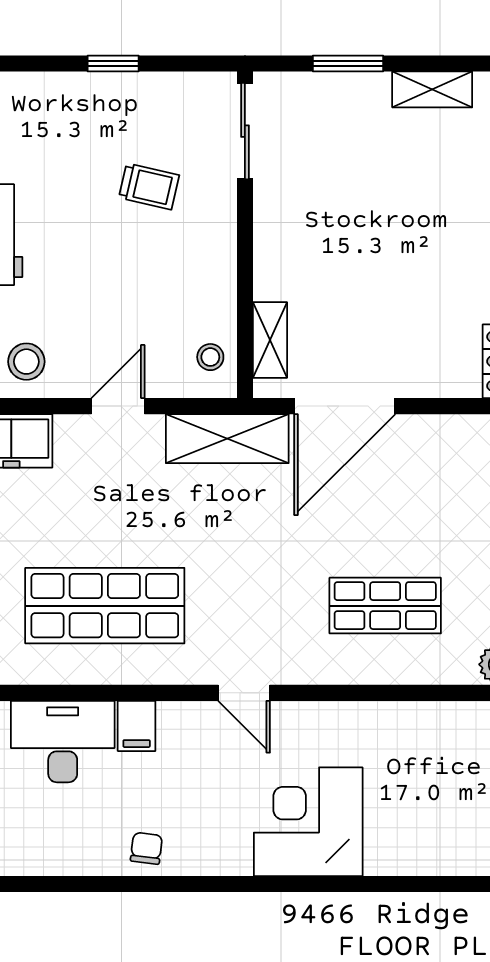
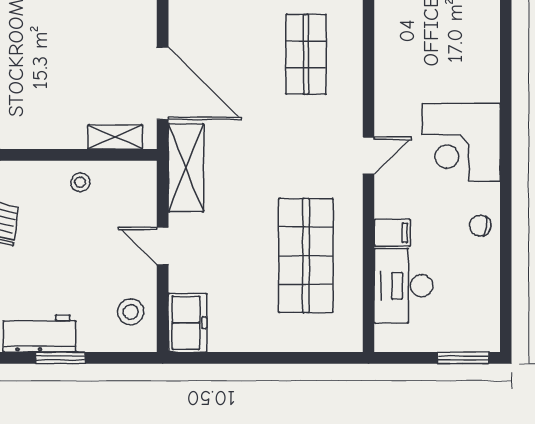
stool: (210, 357) -> (80, 182), moved
corner desk: (308, 822) -> (461, 142), moved

